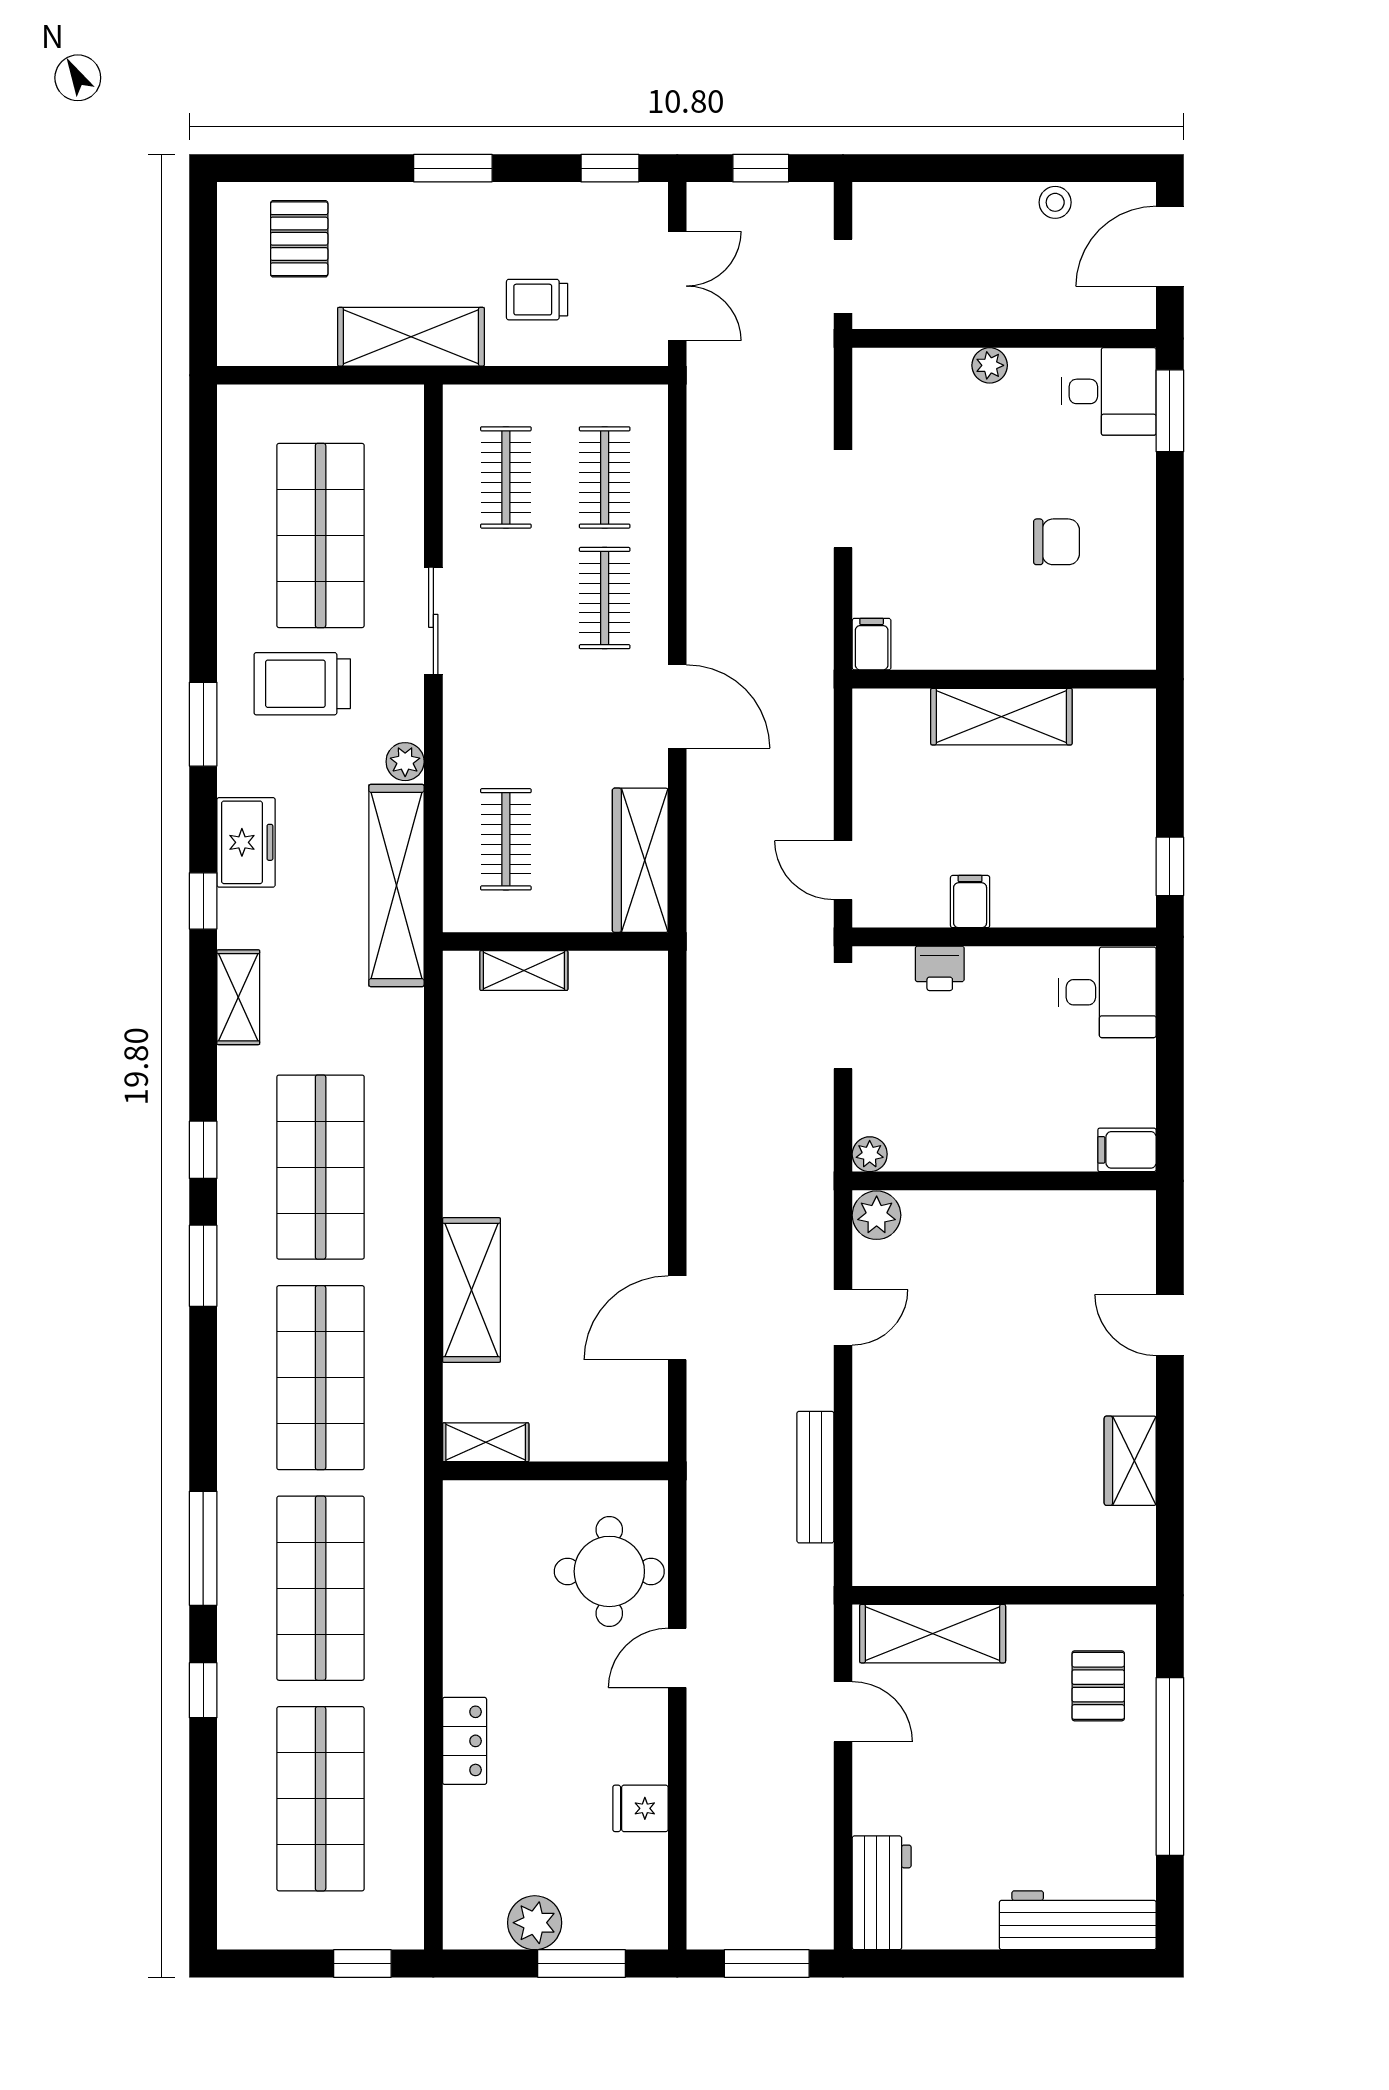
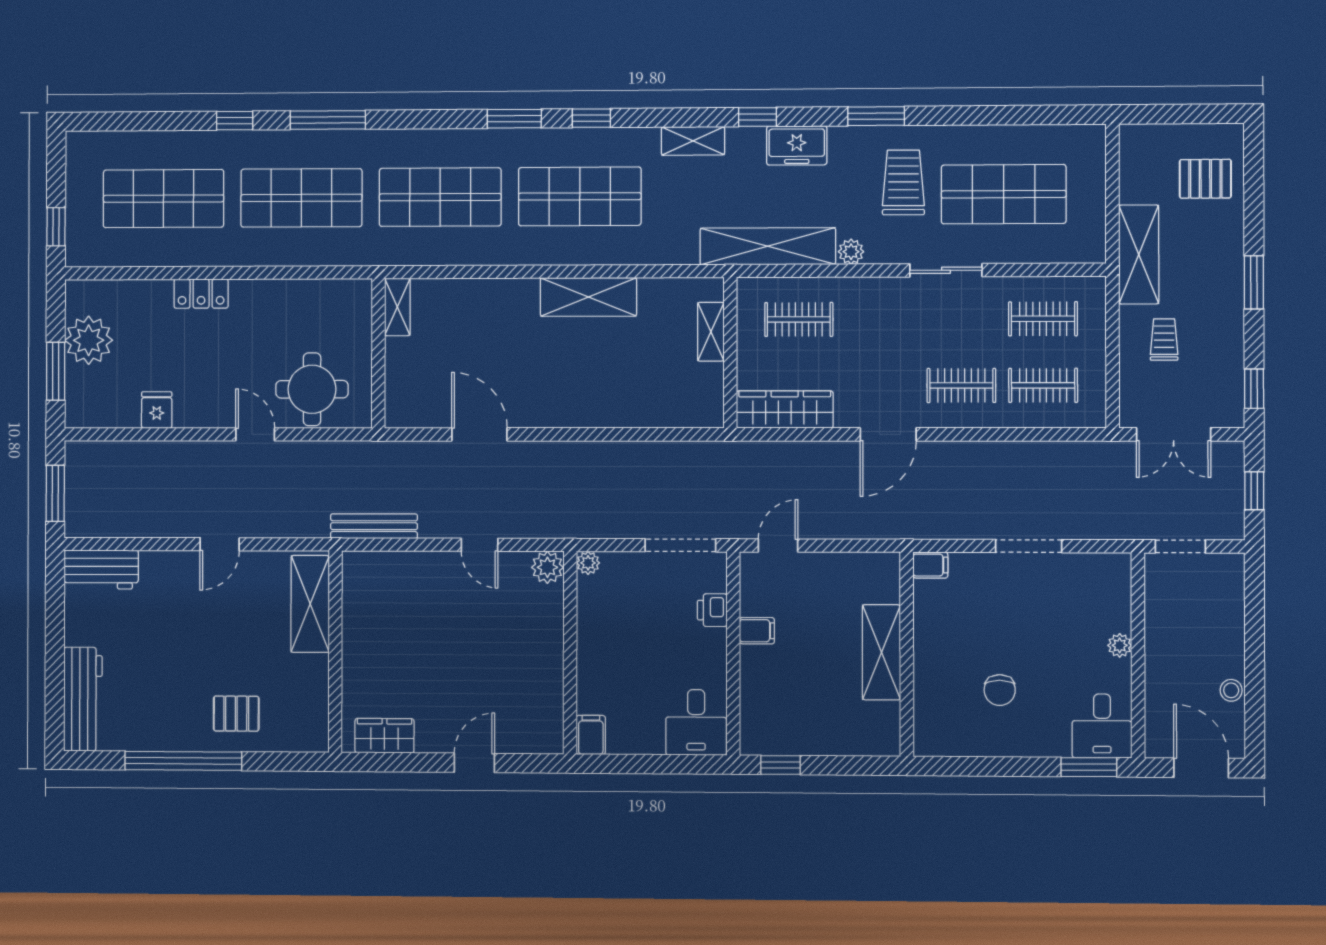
shelving: (471, 1290) -> (588, 297), moved
wall: (1004, 1595) -> (335, 652), moved
shelving: (933, 1634) -> (310, 604), moved
plant: (535, 1923) -> (89, 340), width x1.36, depth x1.36

